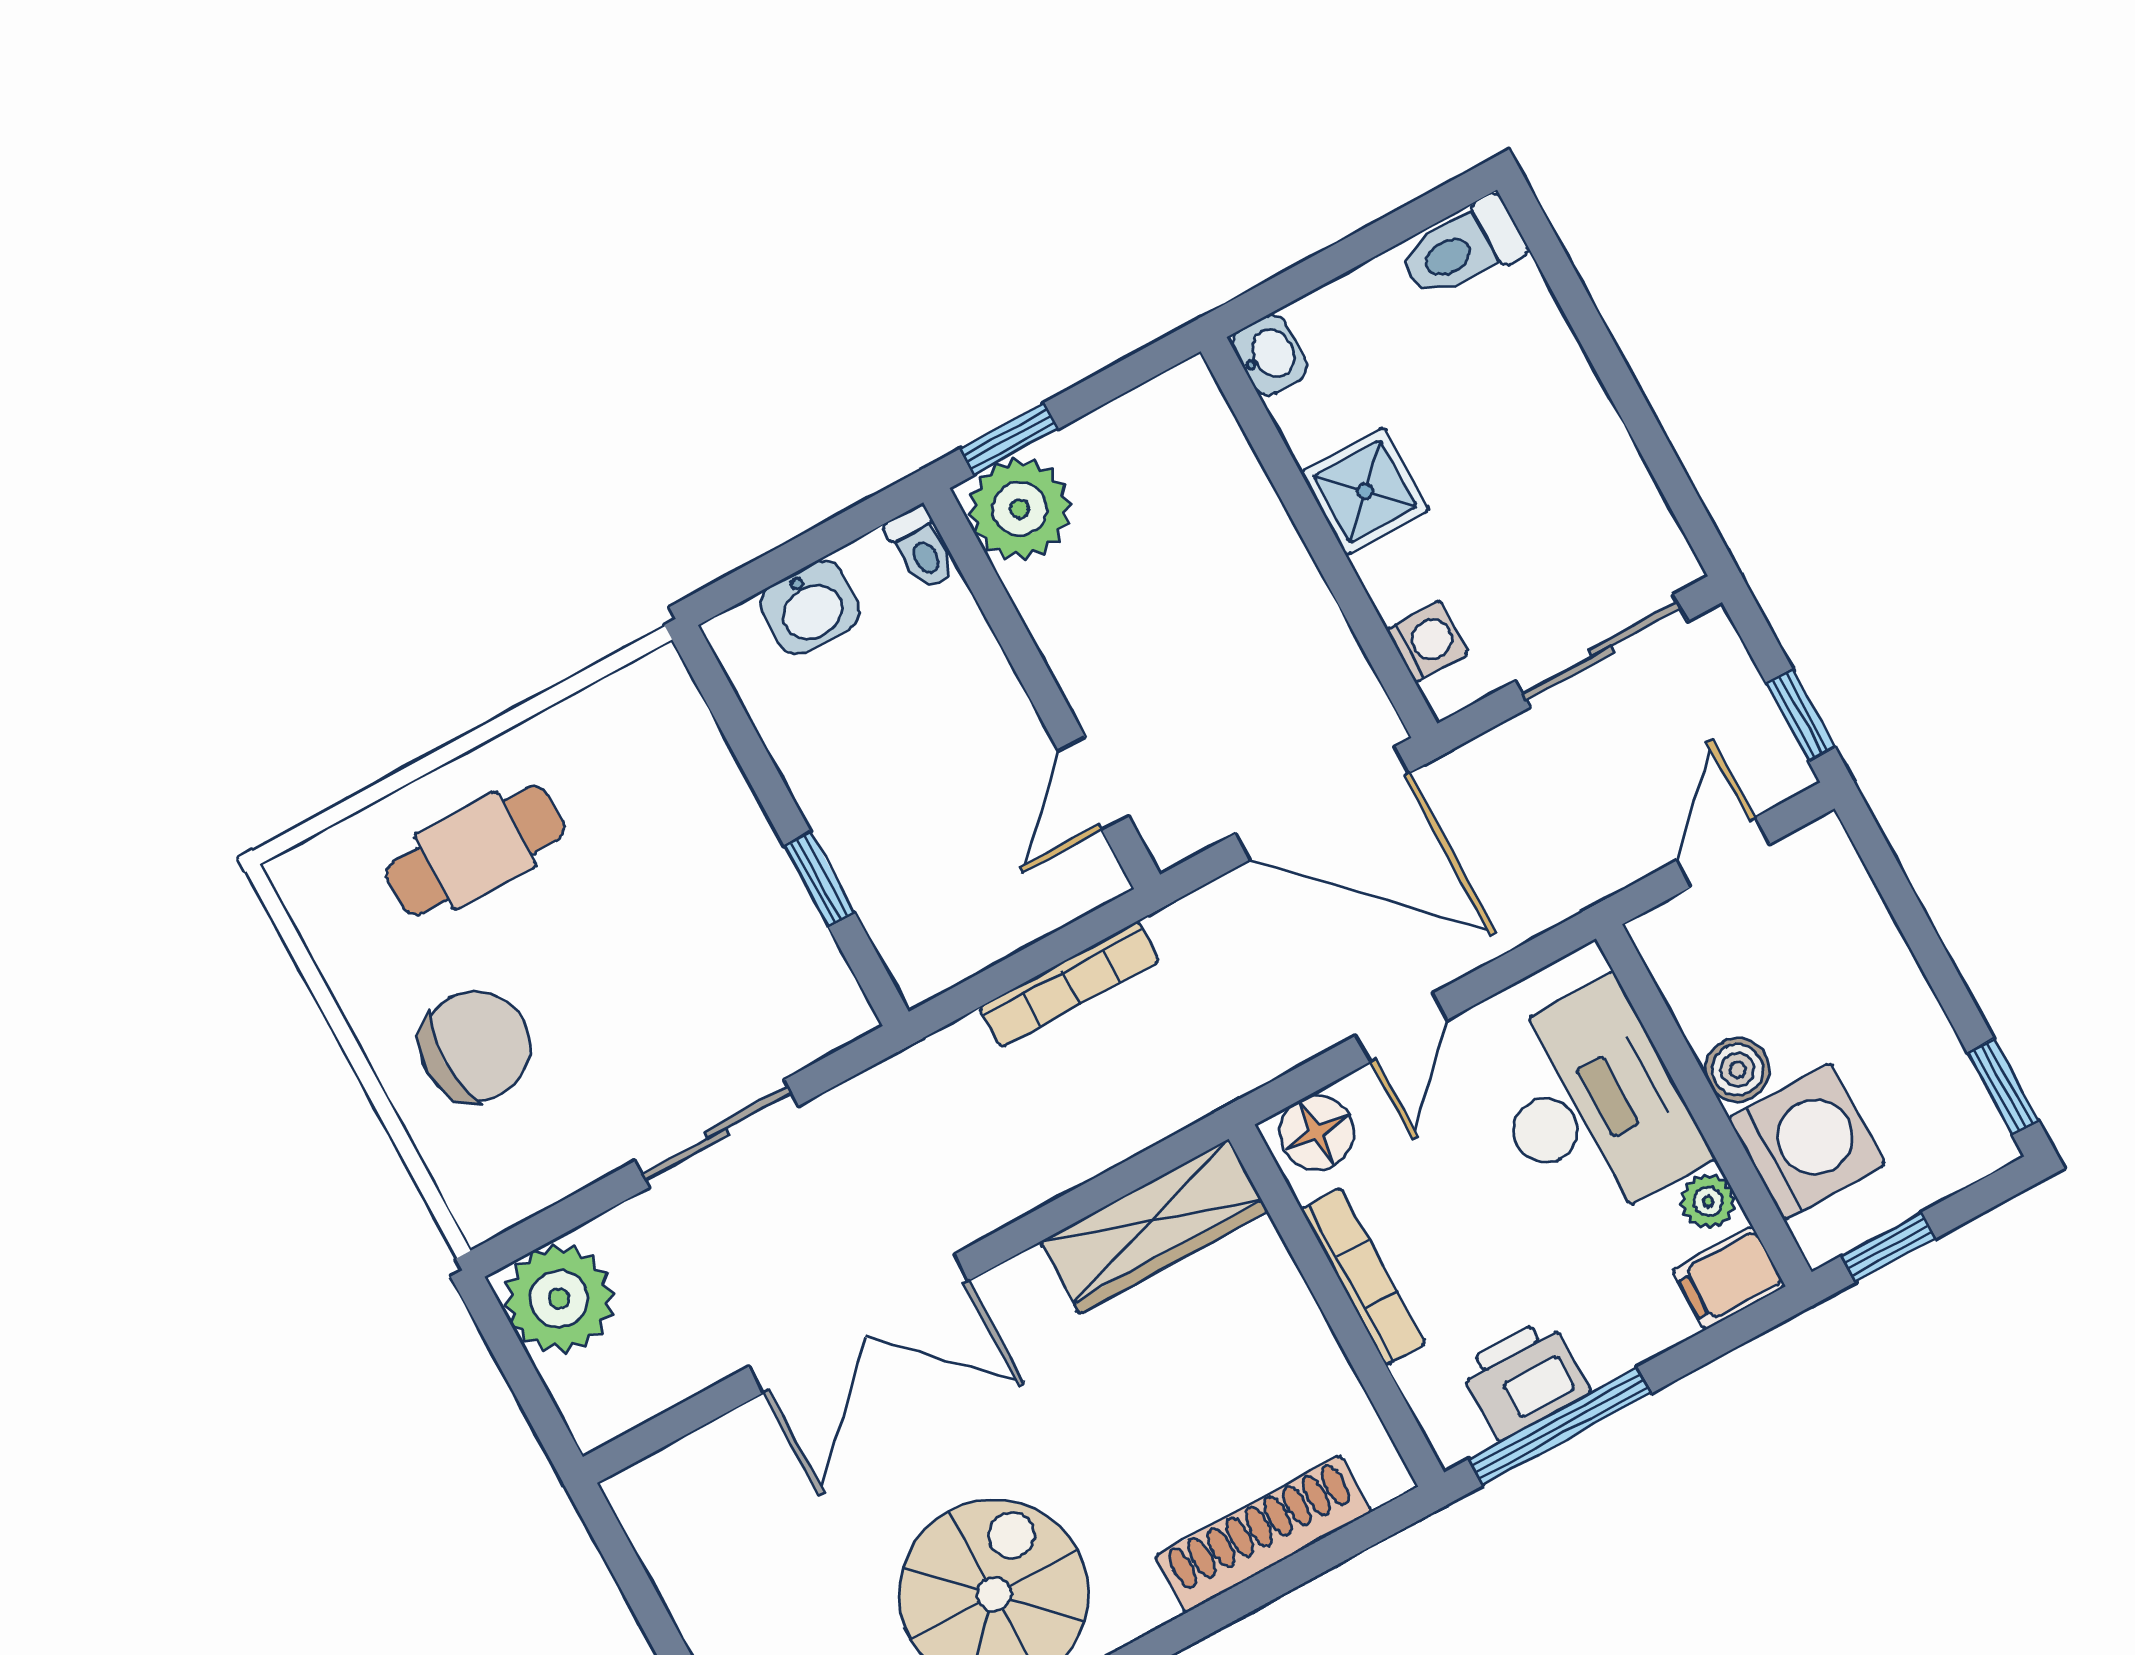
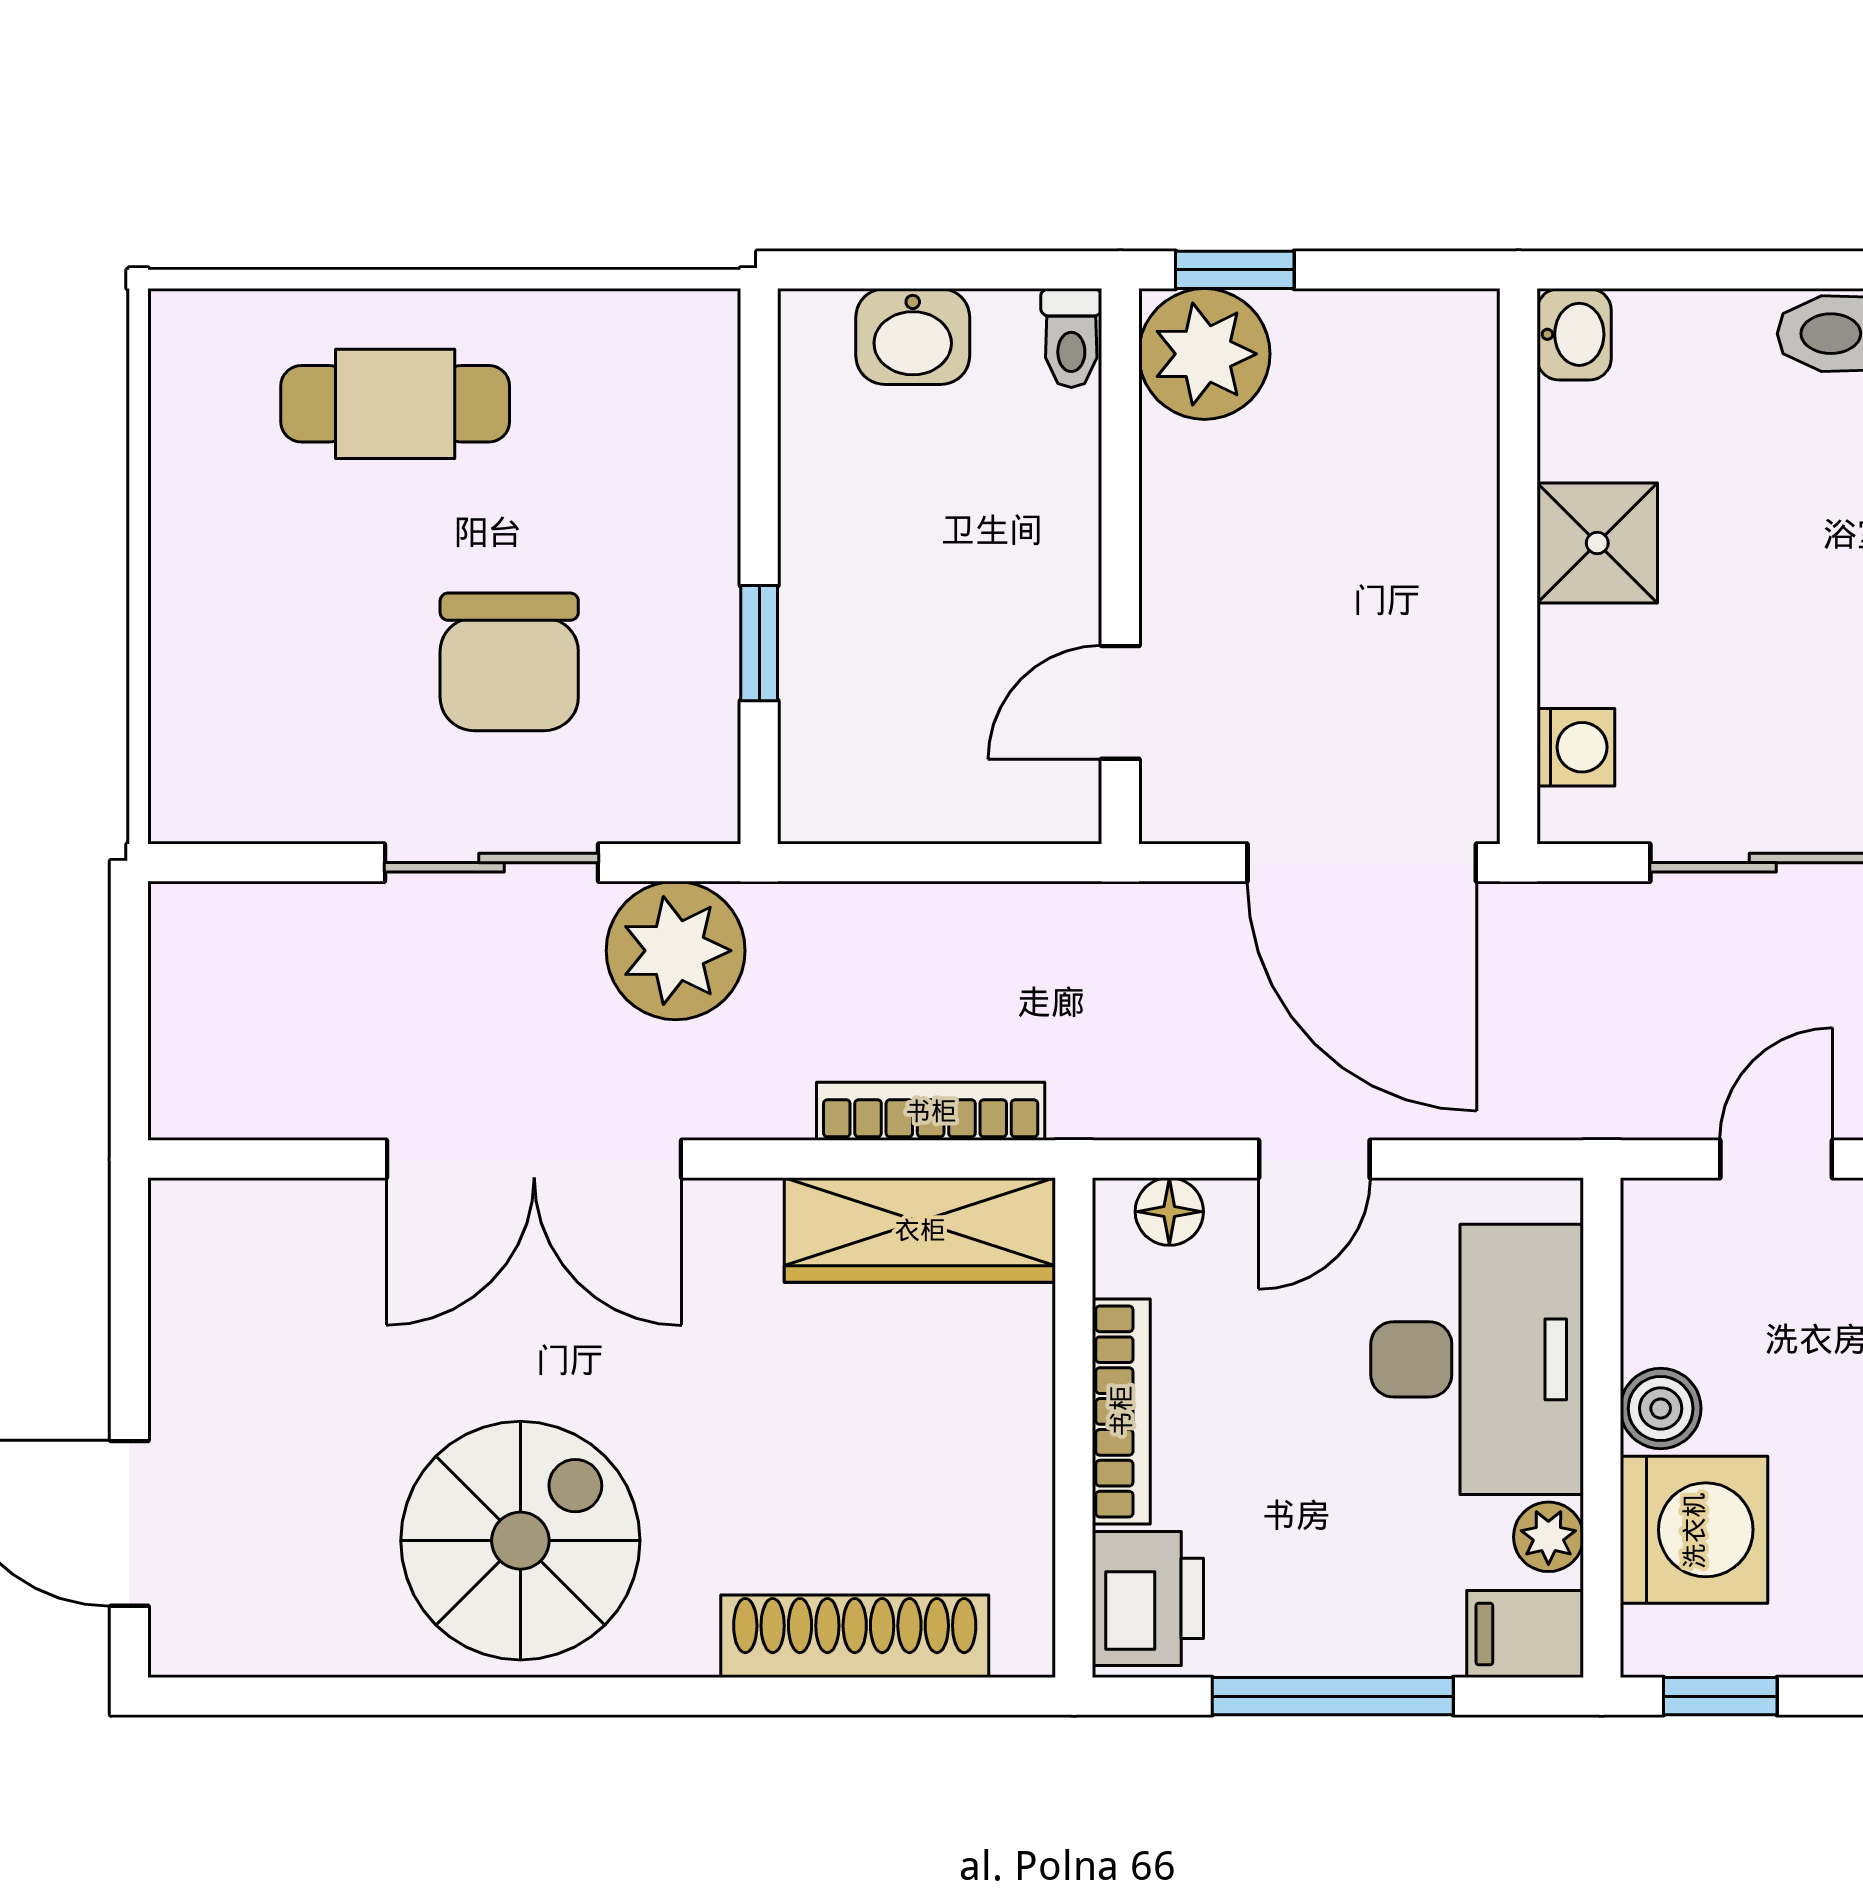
bookcase: (1069, 984) -> (931, 1111), moved, turned 180
chair: (475, 1046) -> (509, 662), moved, turned 90
floor lamp: (1317, 1133) -> (1169, 1212), width x0.73, depth x0.73
plant: (559, 1299) -> (676, 951), moved
printer: (1524, 1379) -> (1148, 1598), moved, turned 90
window: (1560, 1426) -> (1333, 1696), moved

